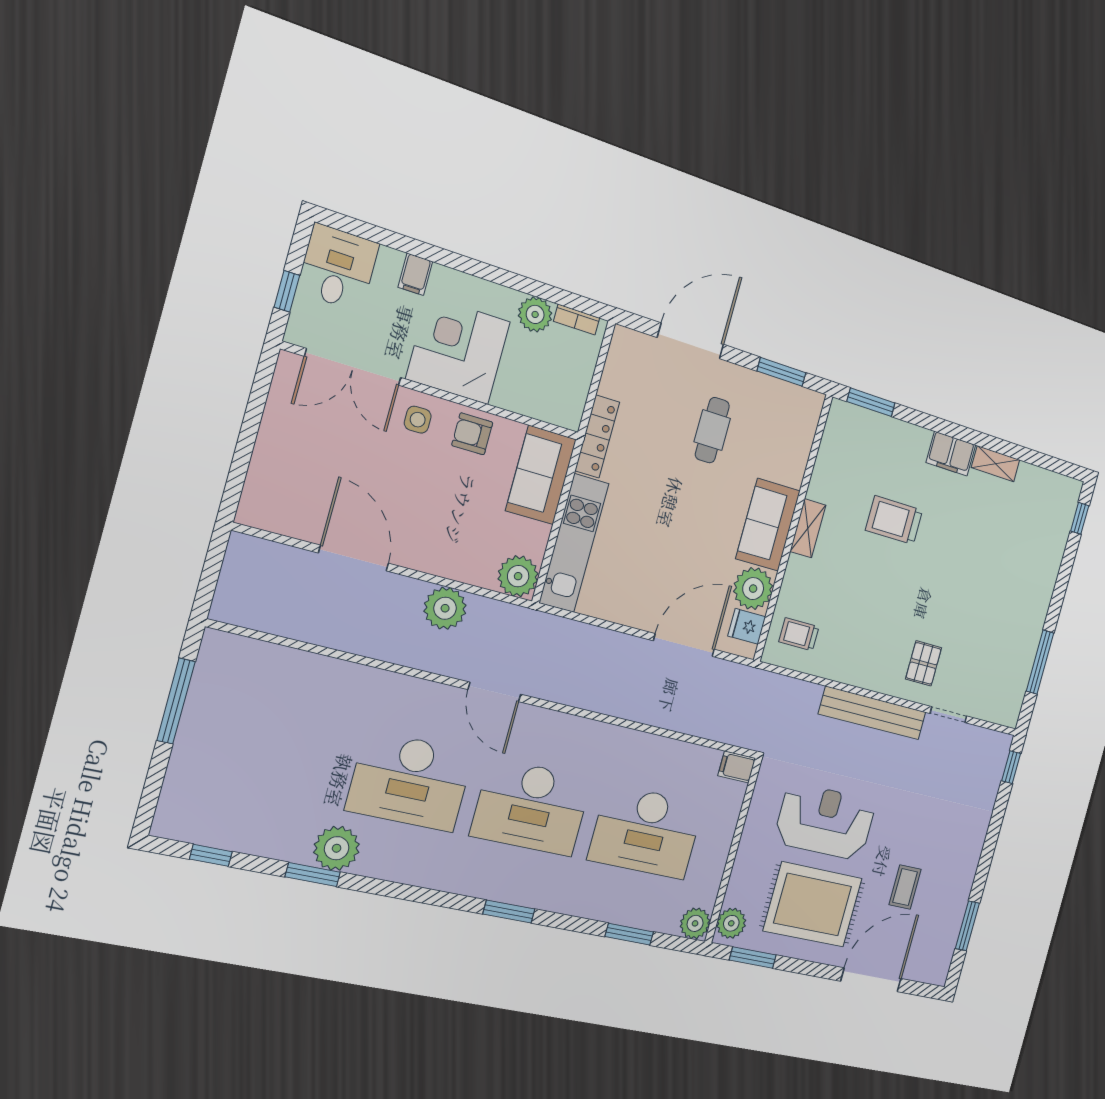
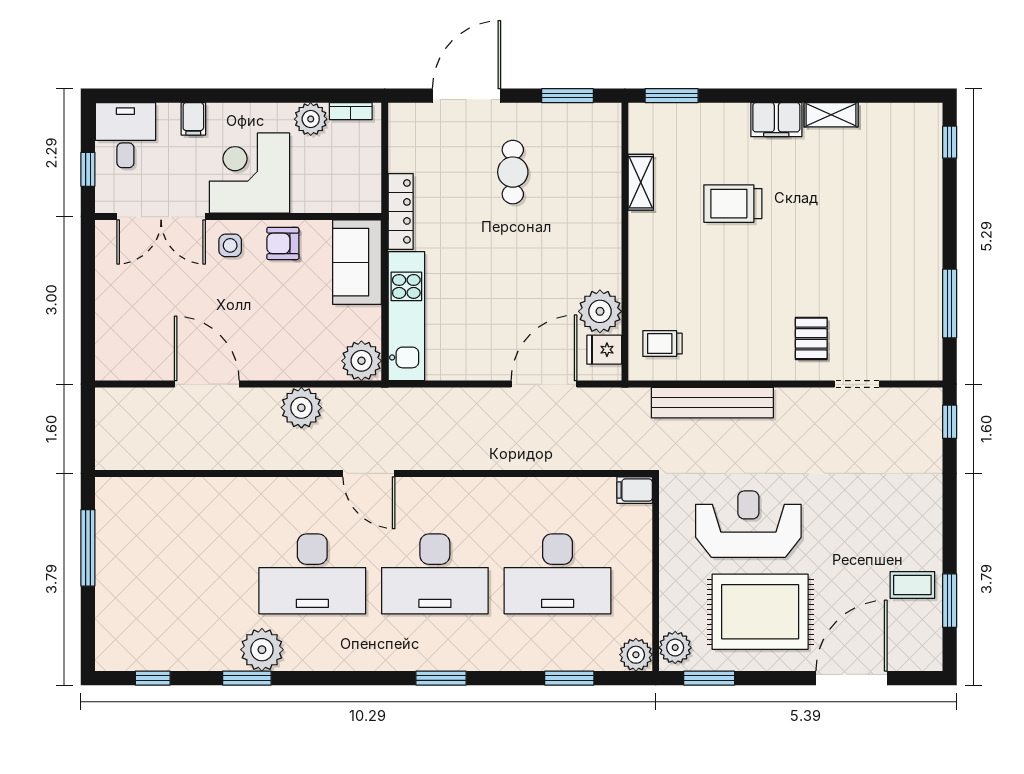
sofa: (768, 525) -> (597, 246), removed
shelving: (808, 528) -> (641, 182), moved
bench: (872, 713) -> (712, 403), moved
coffee table: (905, 887) -> (912, 585), moved, turned 90

